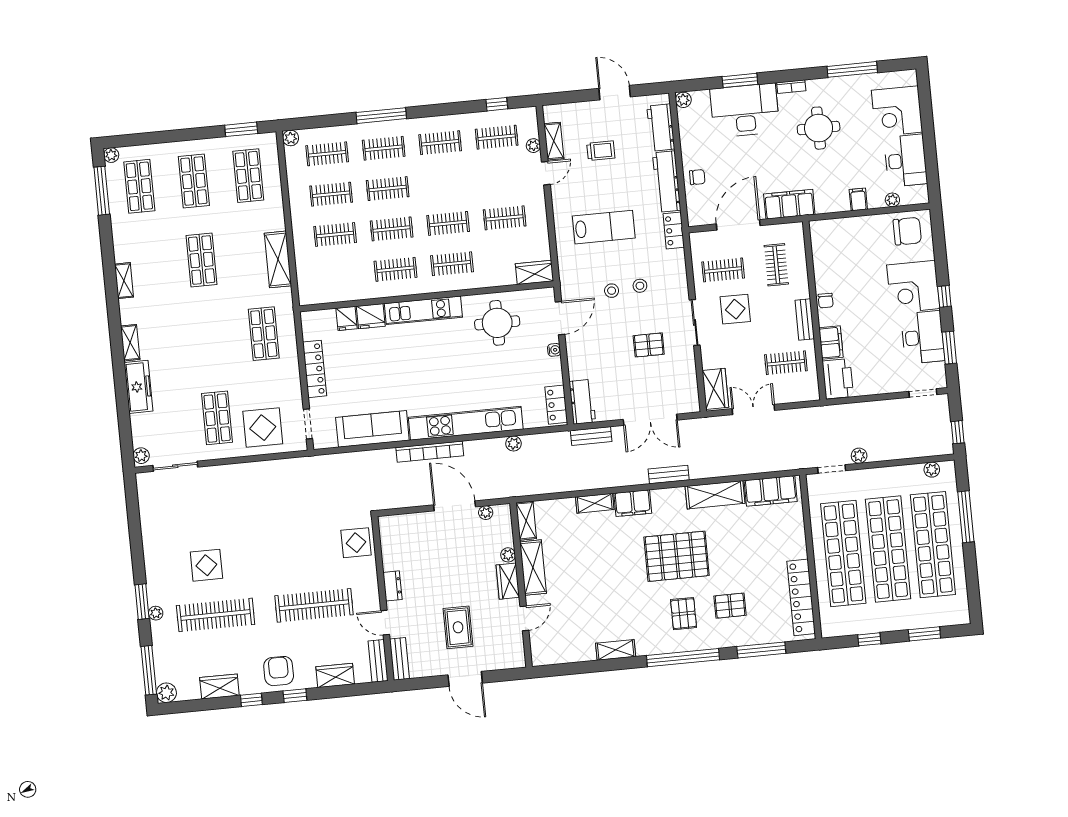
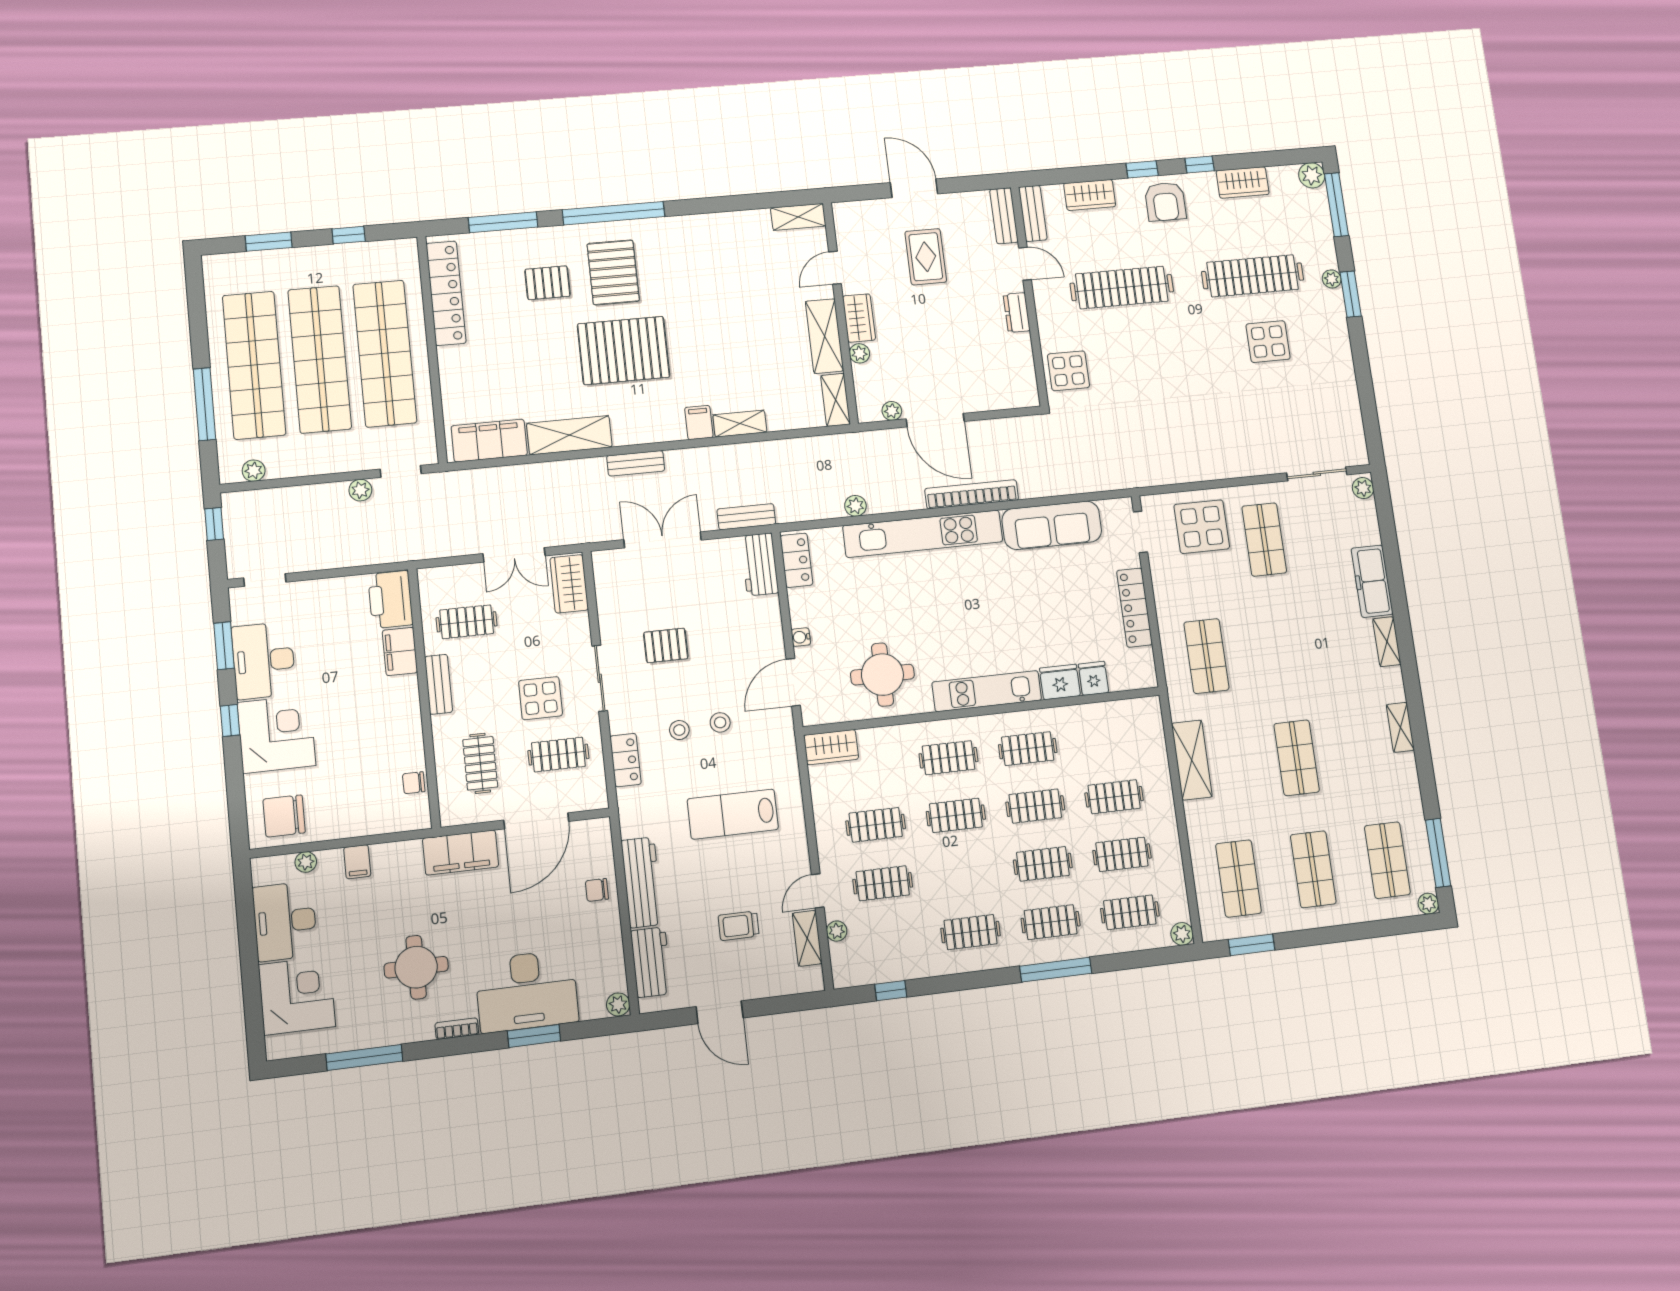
clothes rail: (497, 137) -> (883, 883), moved
locker: (674, 230) -> (626, 760), moved
chair: (826, 301) -> (414, 783), moved, turned -90
filing cabinet: (633, 503) -> (699, 422), width x0.50
pallet: (684, 614) -> (613, 272), width x1.50, depth x1.42
shelving: (616, 650) -> (798, 217), moved

